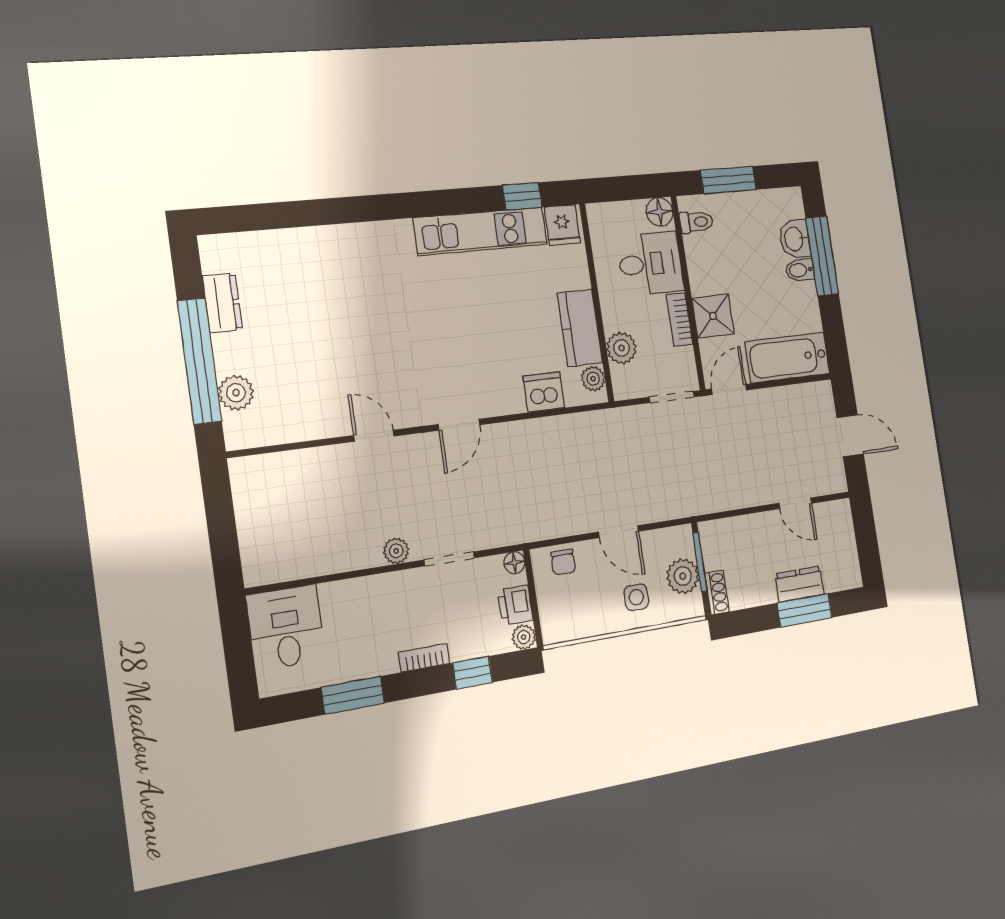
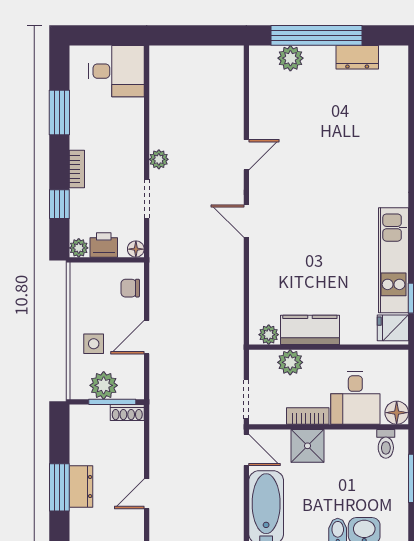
dishwasher: (544, 392) -> (263, 292), removed
shoe rack: (717, 592) -> (127, 413), moved

